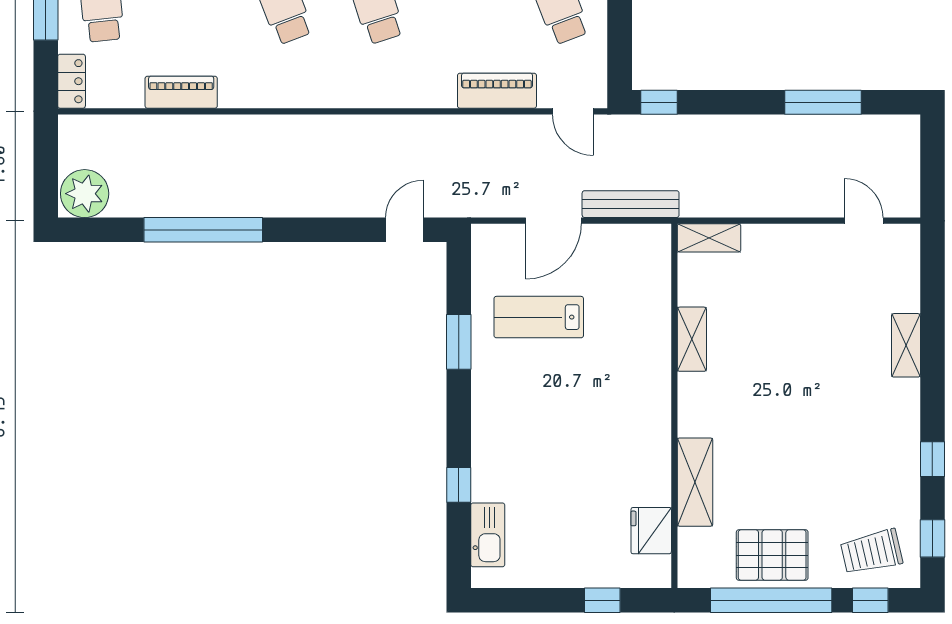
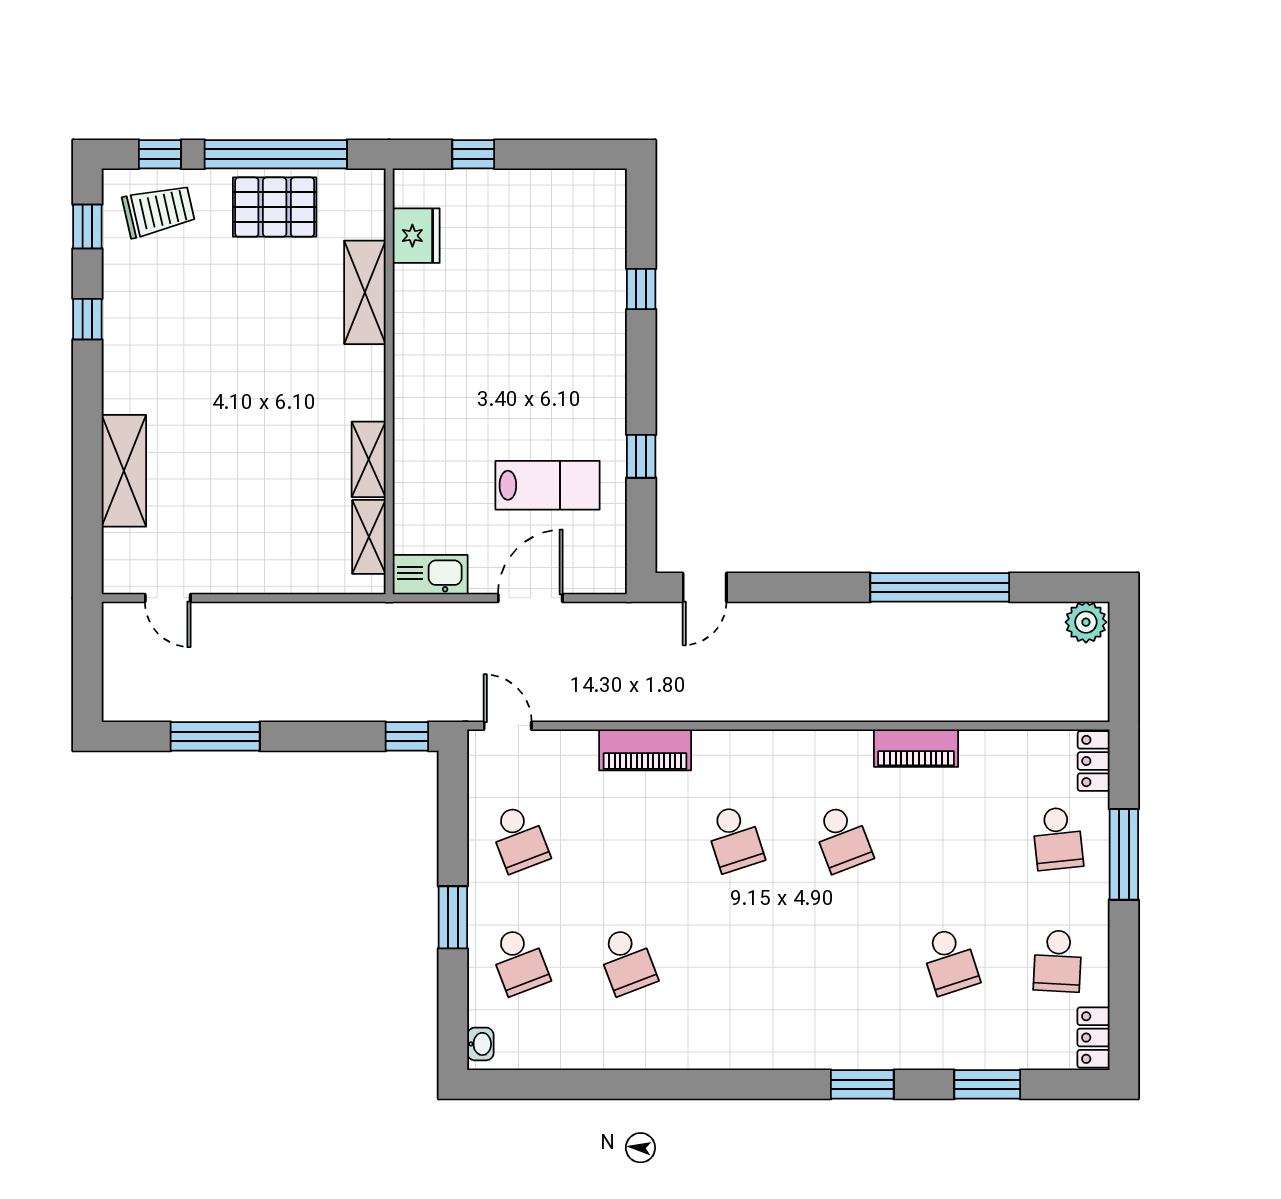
piano: (497, 91) -> (645, 750), moved
piano: (181, 92) -> (916, 748), moved
plant: (85, 194) -> (1086, 622), width x0.73, depth x0.73
bench: (631, 204) -> (440, 617), removed
shelving: (709, 238) -> (369, 537), moved, turned 90
window: (459, 342) -> (641, 456), width x0.67
shelving: (906, 345) -> (124, 471), width x1.50, depth x1.33
kitchen sink: (488, 535) -> (430, 575), moved, turned 90

